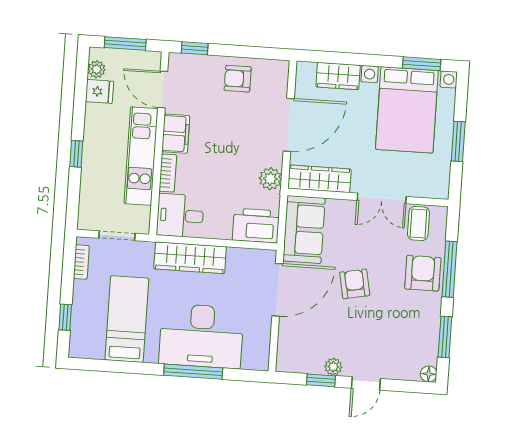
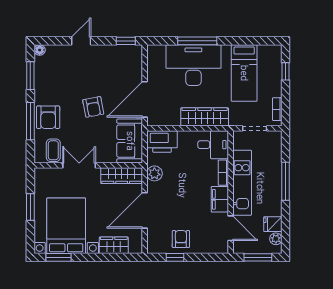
window: (195, 48) -> (175, 257), moved
armchair: (238, 79) -> (181, 239), turned -90
window: (76, 154) -> (285, 181), width x2.17
plant: (333, 367) -> (104, 50), removed
window: (321, 380) -> (126, 41), moved

